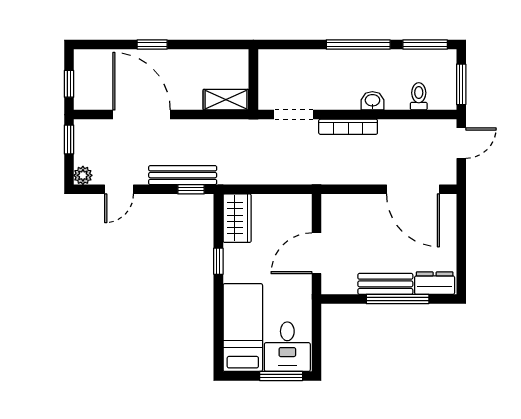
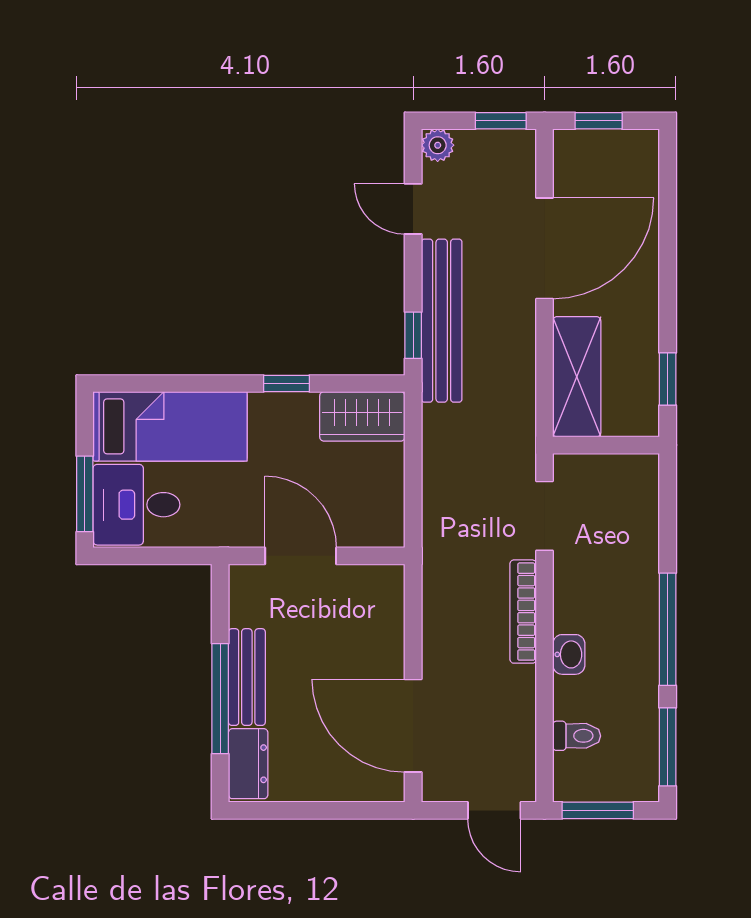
window: (152, 45) -> (668, 379), moved
shelving: (226, 100) -> (577, 377), width x1.50, depth x1.33
bench: (183, 175) -> (442, 321), width x1.37, depth x1.21
door: (413, 189) -> (413, 726), hinge flipped

